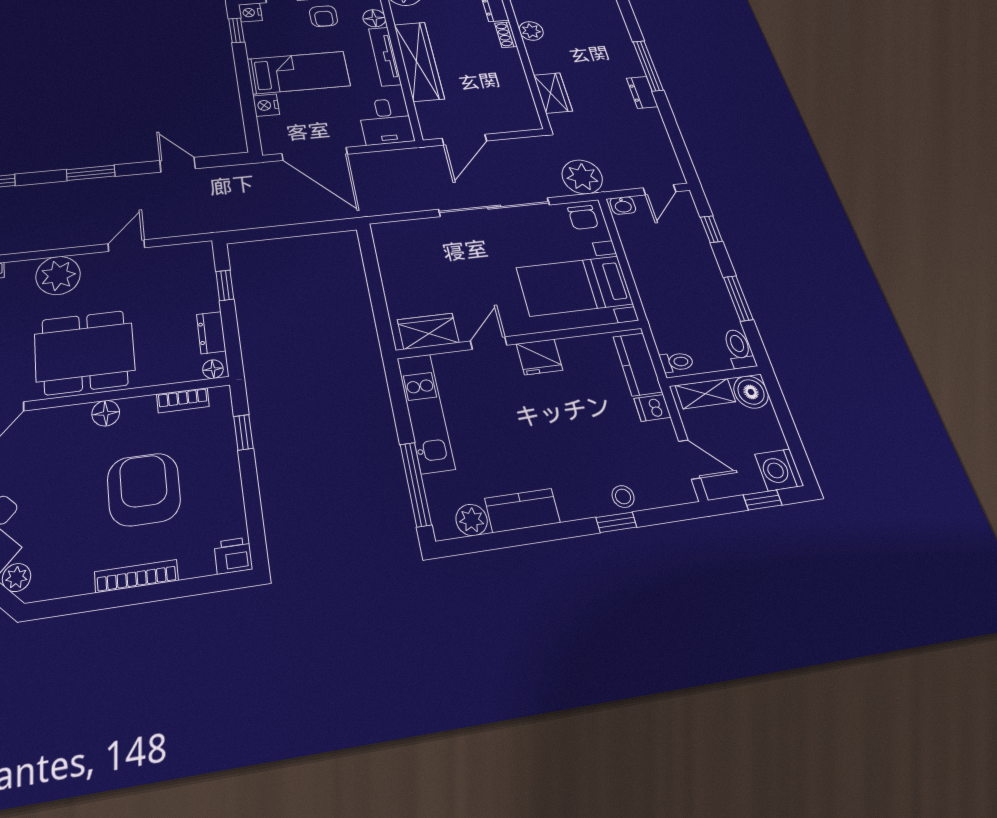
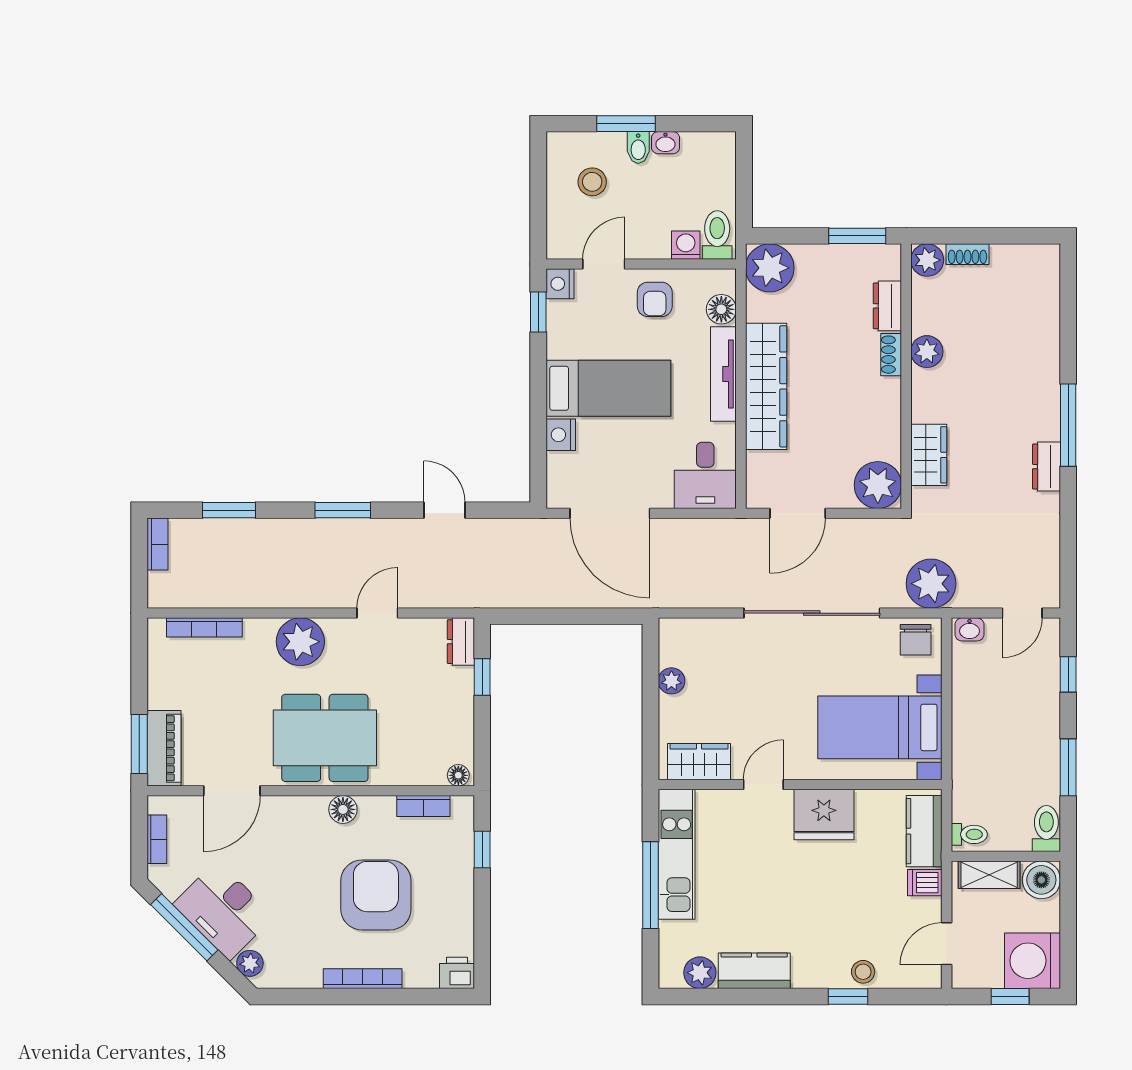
plant: (521, 115) -> (878, 485), added
plant: (390, 270) -> (671, 681), added
dresser: (211, 333) -> (461, 642), moved
fridge: (539, 357) -> (824, 814), width x1.36, depth x1.34
door: (690, 459) -> (947, 944), swing flipped
washing machine: (779, 470) -> (1032, 961), width x1.37, depth x1.37
window: (416, 484) -> (650, 885), moved

